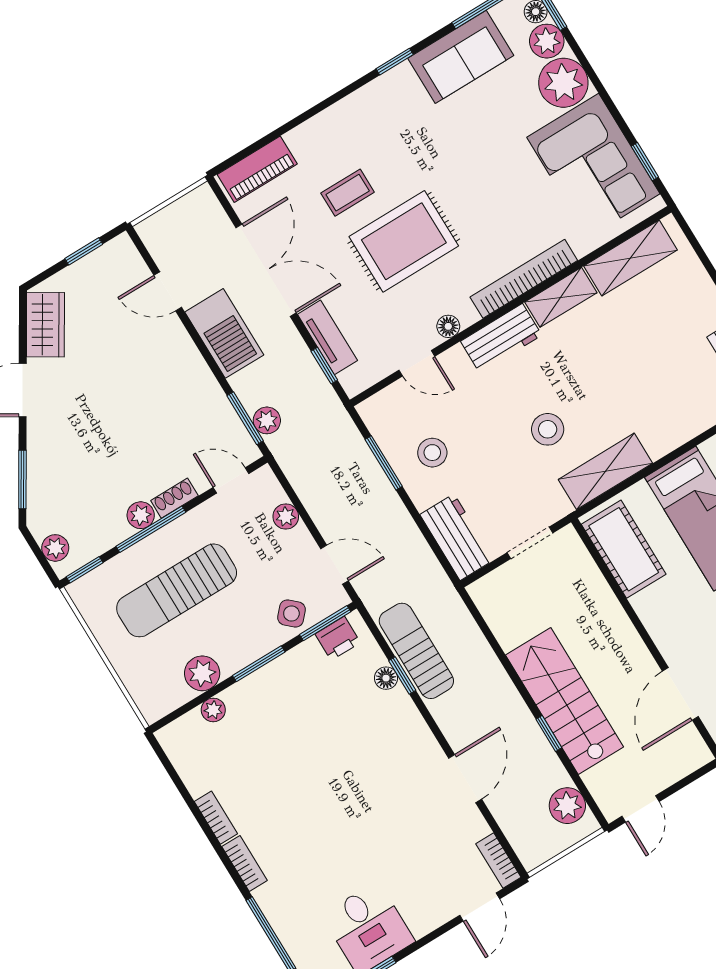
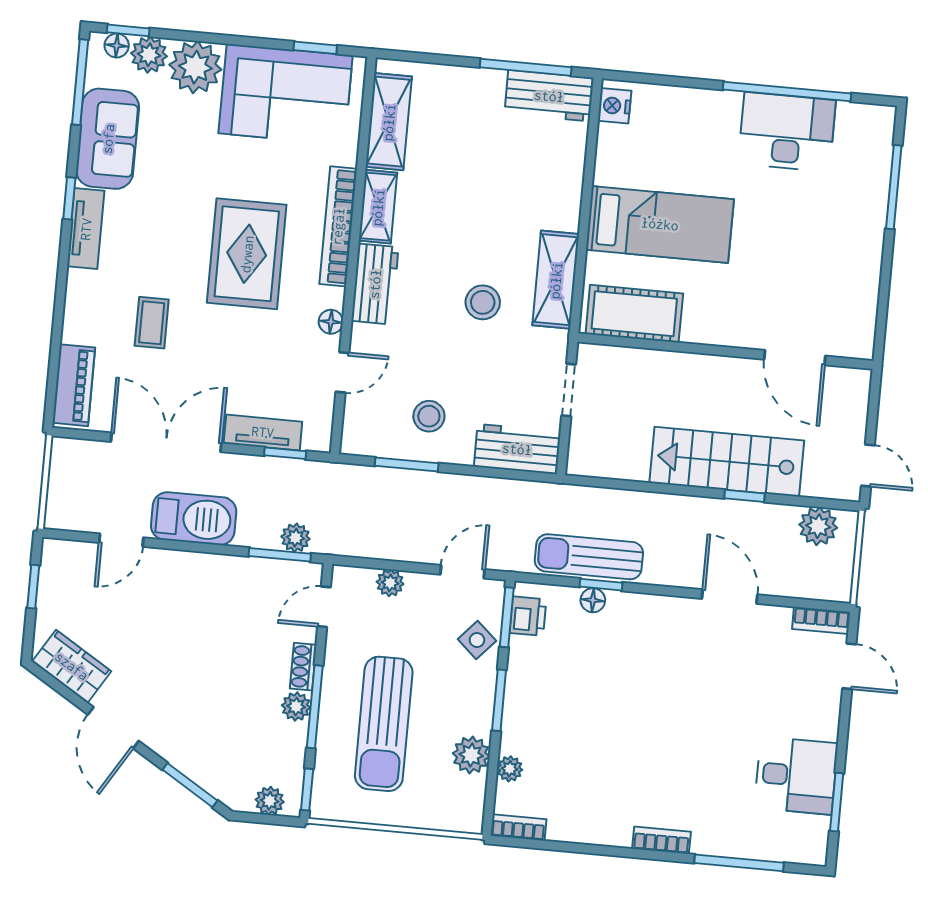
tv unit: (381, 91) -> (86, 229), added
rug: (404, 241) -> (247, 254), moved
bookcase: (216, 818) -> (518, 827), moved

